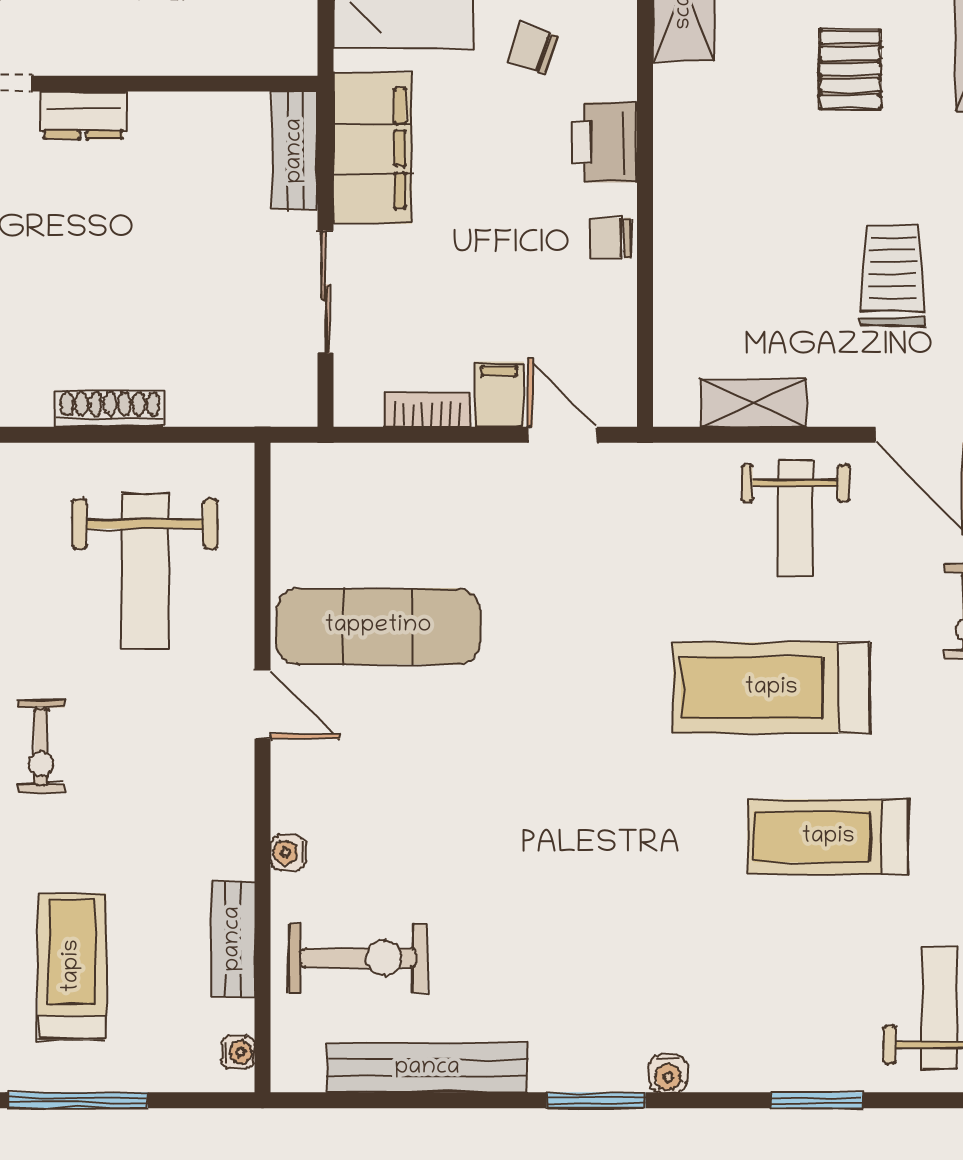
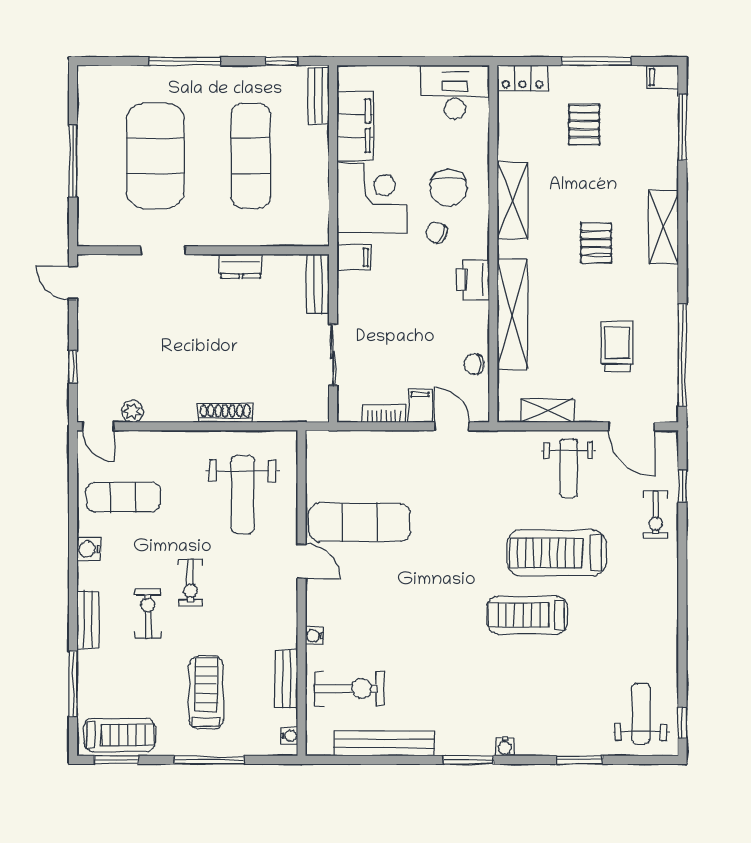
dresser: (83, 115) -> (241, 266), moved
filing cabinet: (373, 148) -> (354, 257), width x0.33, depth x0.86
shelving: (683, 212) -> (512, 314), added
chair: (611, 238) -> (474, 364), moved
treadmill: (828, 837) -> (528, 615), moved

